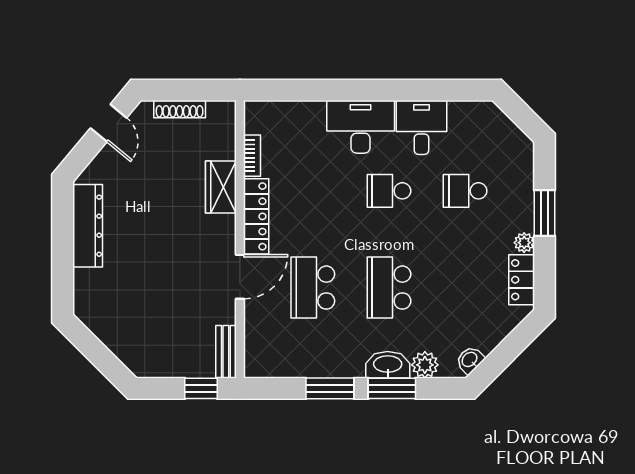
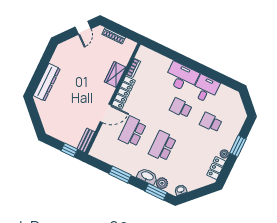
dresser: (88, 226) -> (47, 82), moved
window: (392, 388) -> (156, 192), moved

